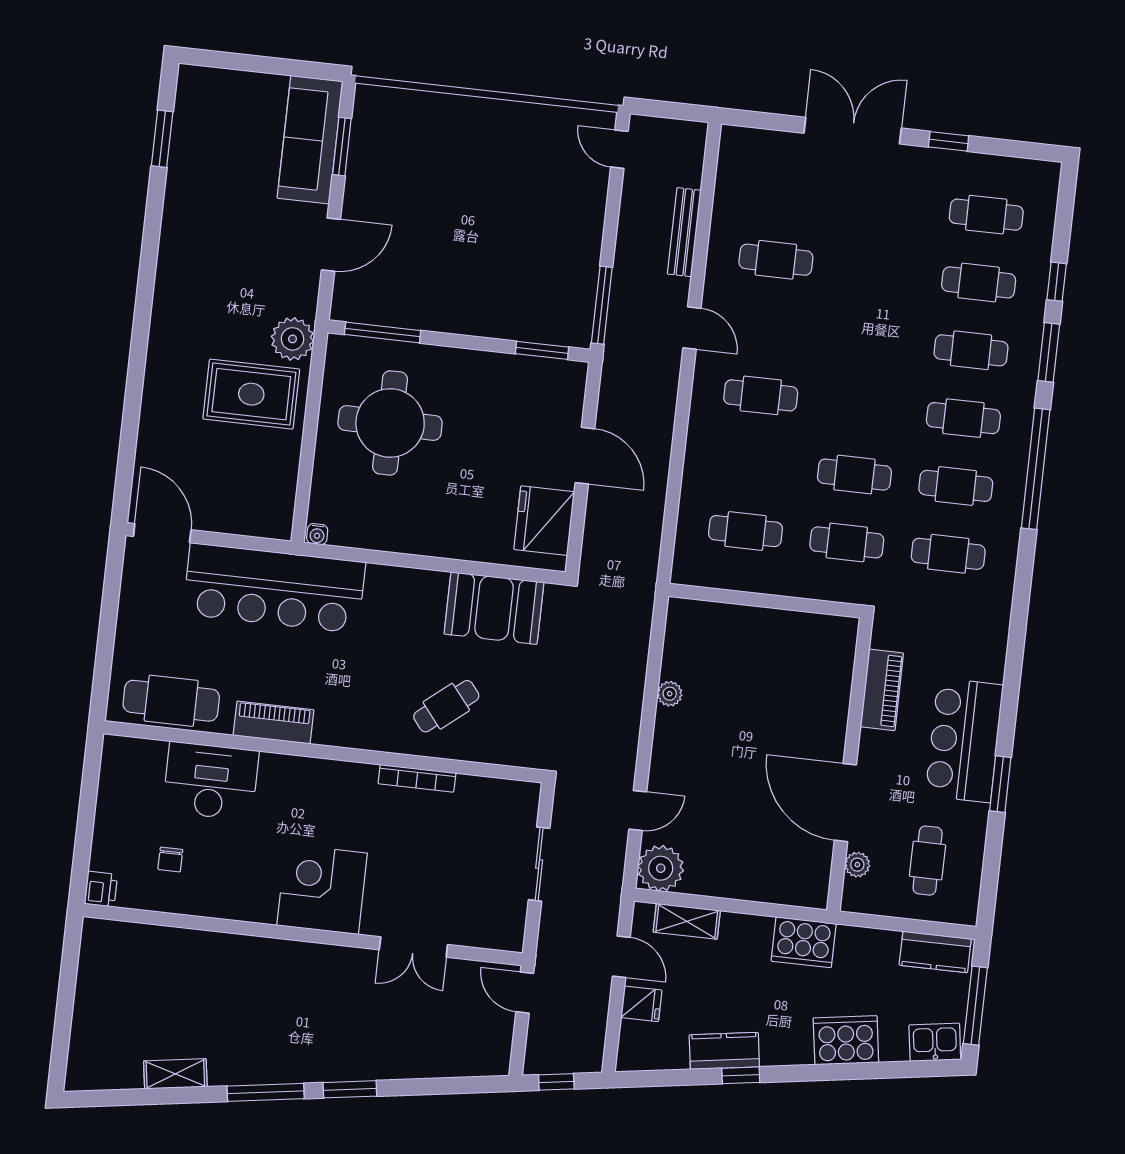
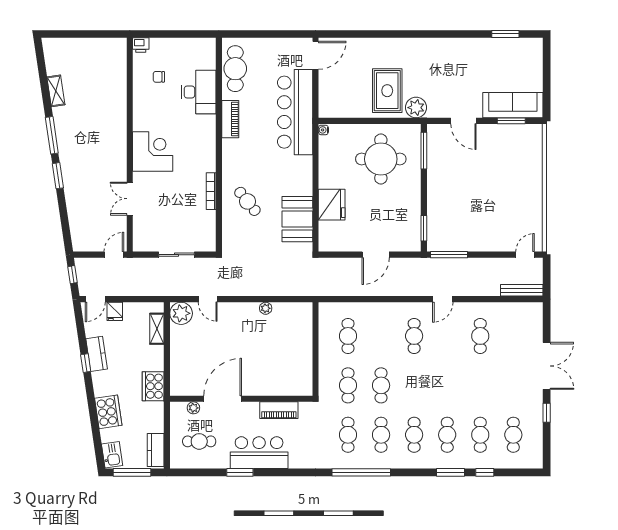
bench: (684, 232) -> (522, 290), moved
window: (1036, 469) -> (361, 472), moved
fridge: (544, 521) -> (332, 205), moved, turned 90
door: (621, 957) -> (95, 299), moved

